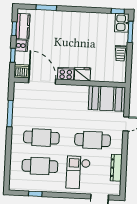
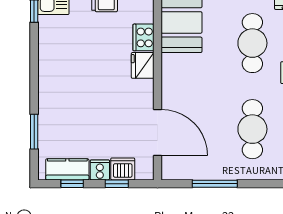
dishwasher: (21, 71) -> (123, 169), moved, turned 90
cooker: (66, 74) -> (143, 37), moved
door: (42, 81) -> (158, 132), swing flipped

